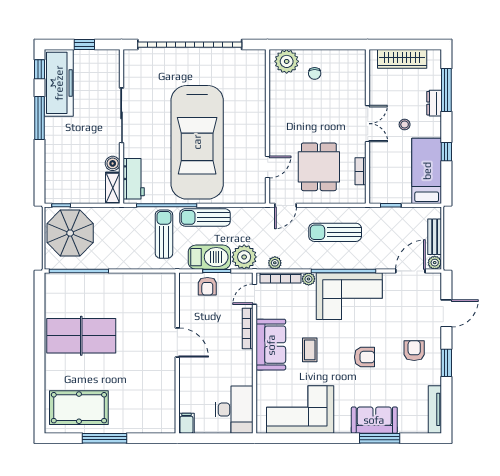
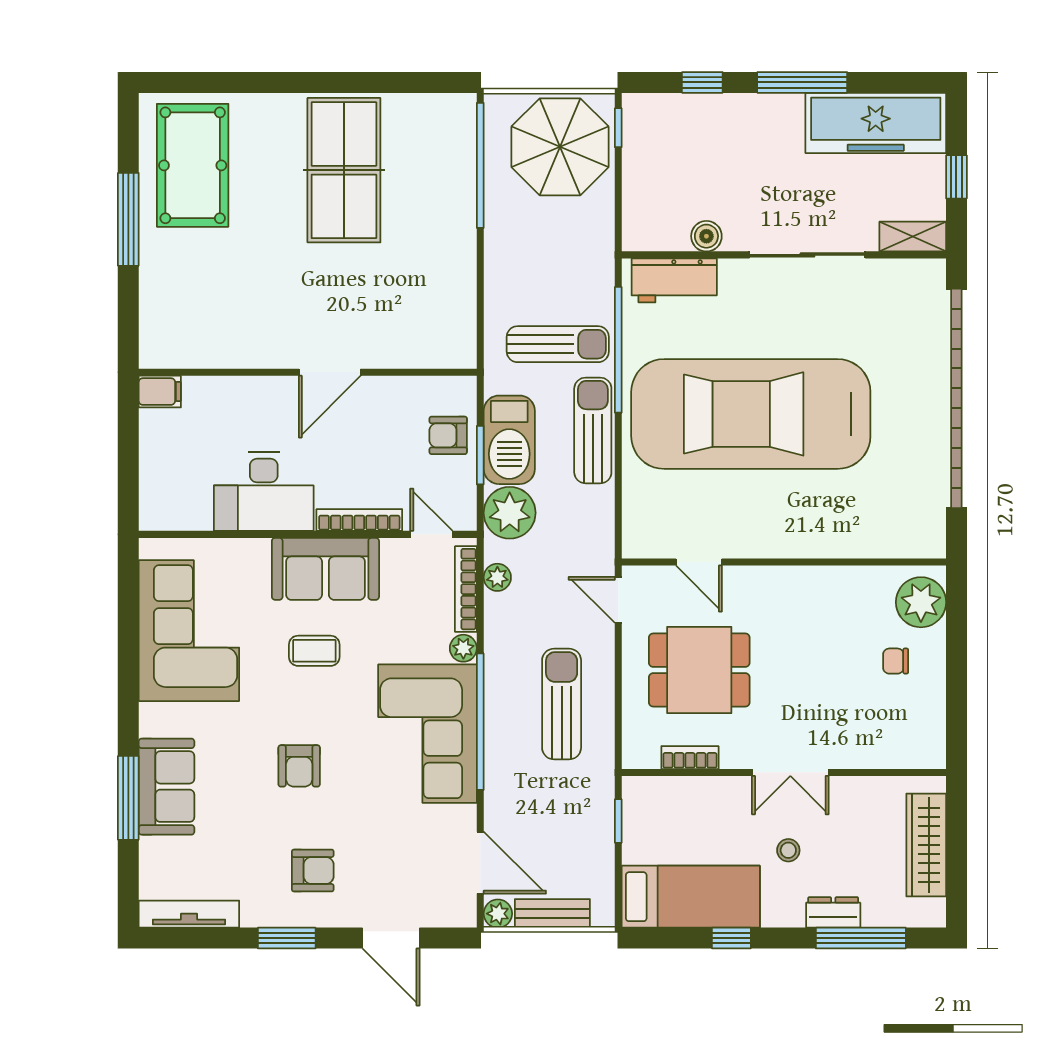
window: (40, 69) -> (702, 82), moved
shelving: (113, 188) -> (913, 237), moved
desk: (234, 410) -> (264, 492), moved

